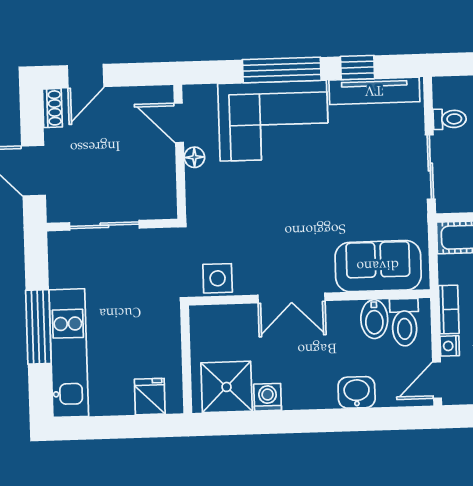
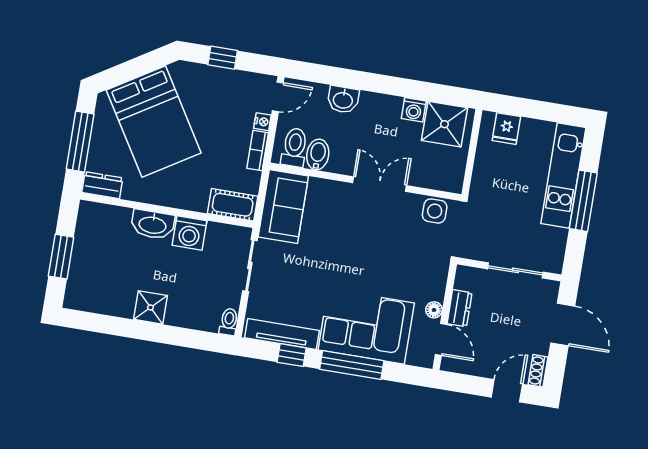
toilet: (450, 119) -> (229, 322), moved, turned 90
dresser: (164, 166) -> (460, 308), added
sofa: (378, 266) -> (283, 206), moved, turned -90

